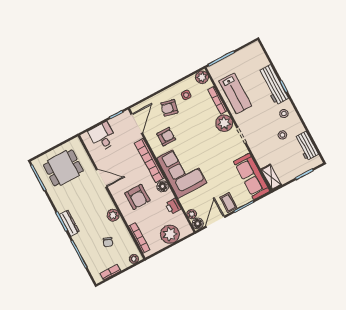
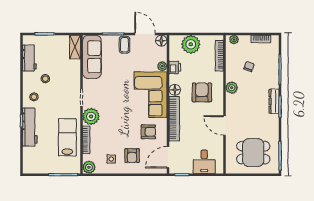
armchair: (169, 108) -> (132, 156), turned 77
armchair: (166, 137) -> (148, 132), turned 180
plant: (192, 214) -> (162, 66), moved
door: (215, 222) -> (145, 34), swing flipped

